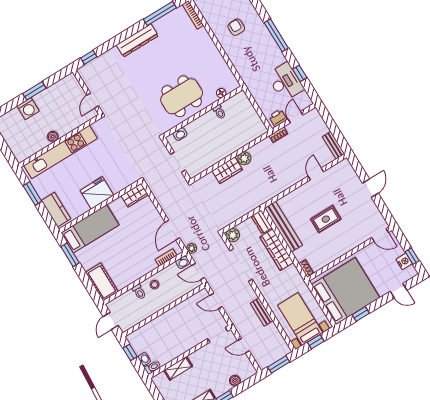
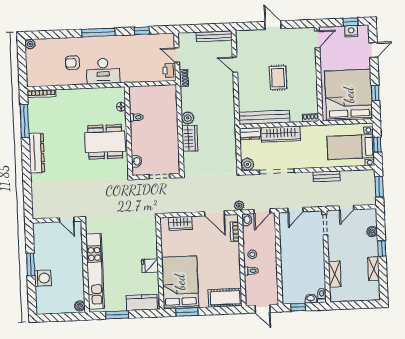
window: (89, 57) -> (28, 202), removed
desk: (285, 82) -> (103, 71), moved, turned 180
dining table: (182, 96) -> (105, 142), turned 90
boiler: (53, 137) -> (80, 306), moved
bench: (334, 145) -> (214, 36), width x1.36
fridge: (97, 193) -> (150, 266), width x0.53, depth x0.75
wardrobe: (135, 195) -> (180, 223), moved, turned 90
bed: (90, 229) -> (180, 282), width x1.50

